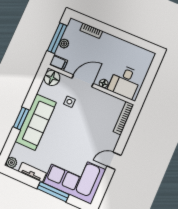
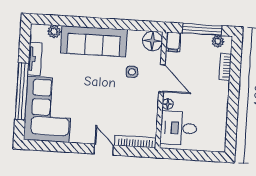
plant: (64, 44) -> (218, 41), moved
window: (21, 118) -> (92, 23), removed
door: (114, 161) -> (104, 150), moved
plant: (11, 163) -> (54, 32), moved
window: (53, 192) -> (22, 91), width x1.46

